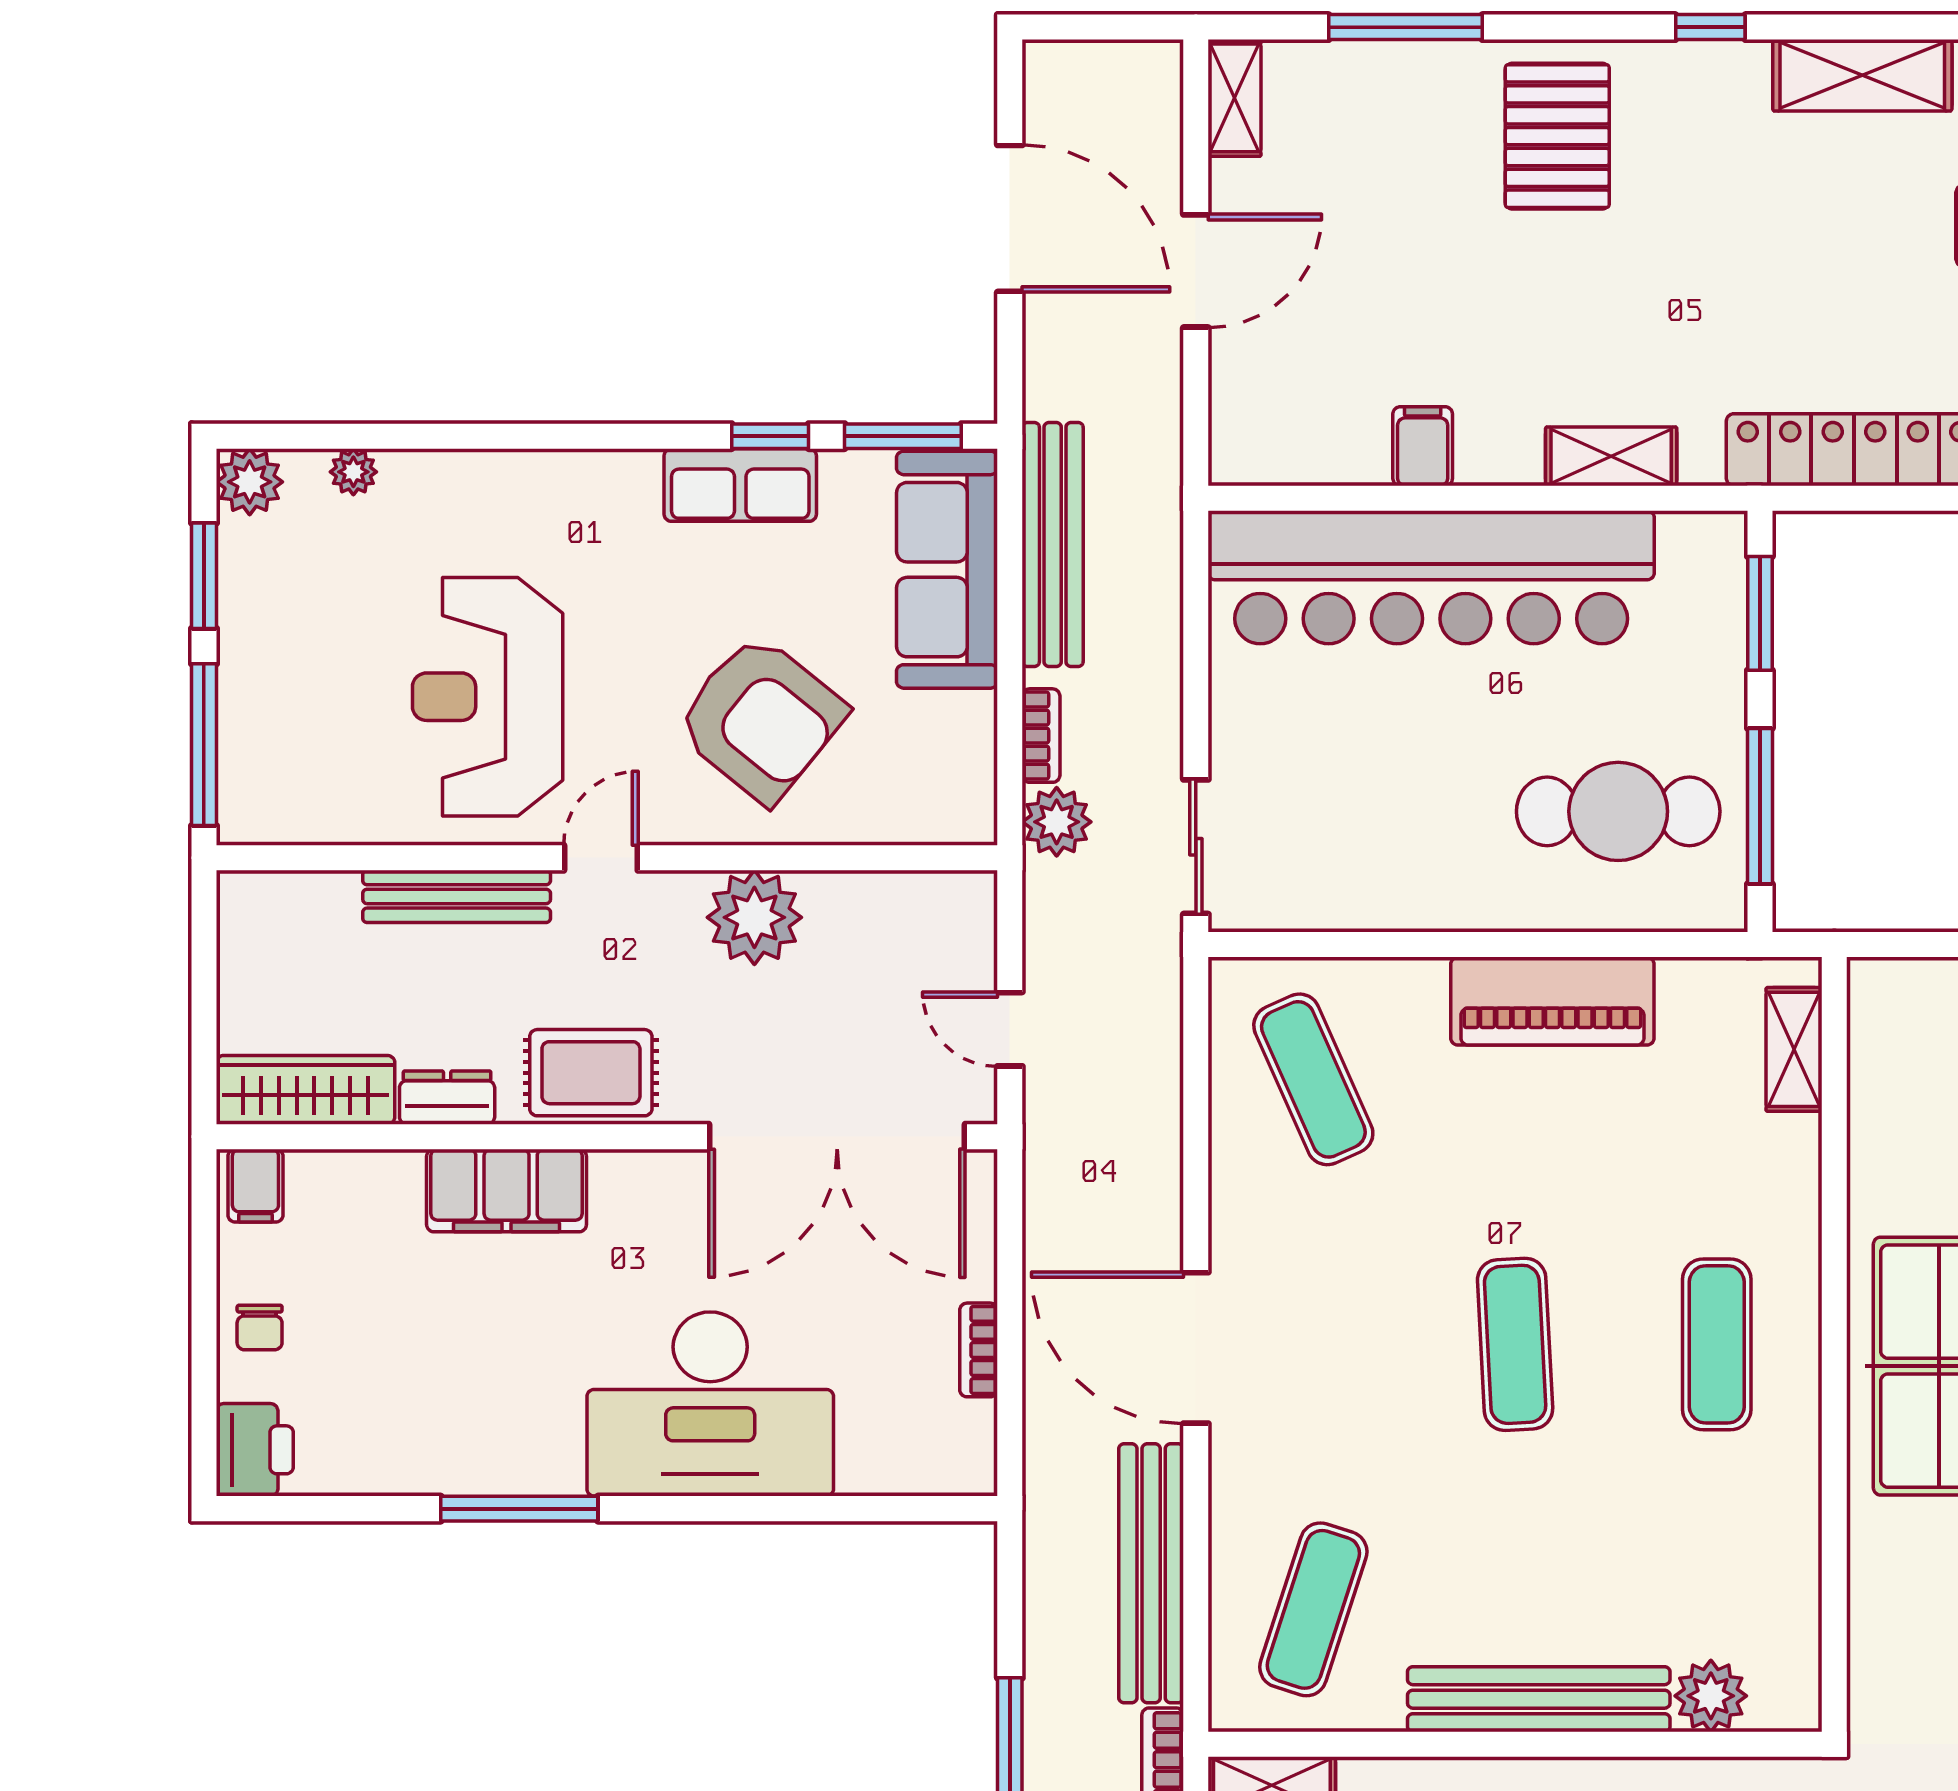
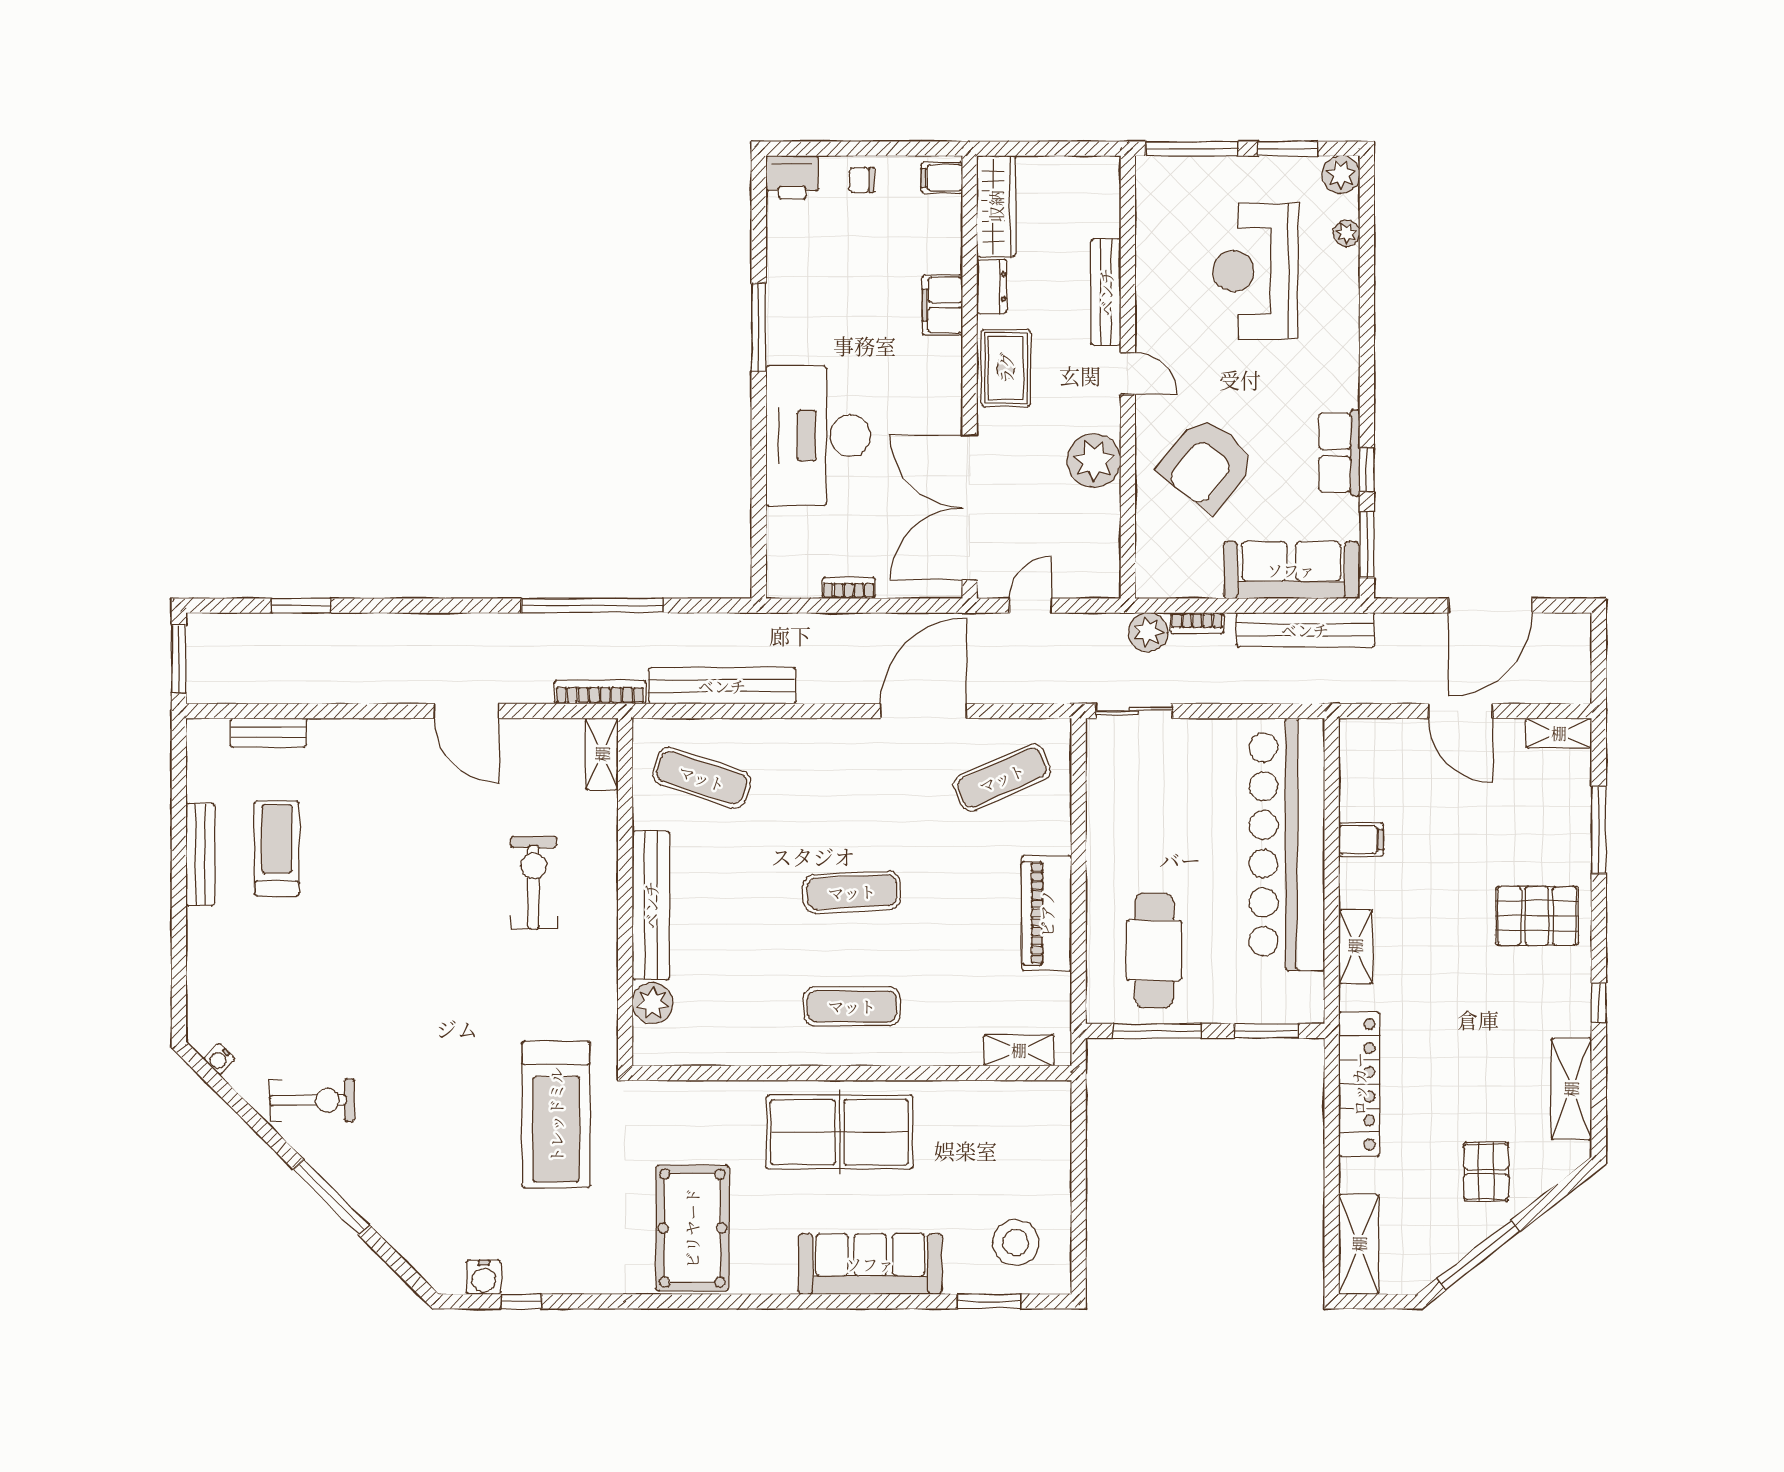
reception desk: (488, 697) -> (1255, 271), moved, turned -90
filing cabinet: (507, 1190) -> (942, 305), width x0.67, depth x0.86
door: (1196, 1348) -> (924, 711), moved

